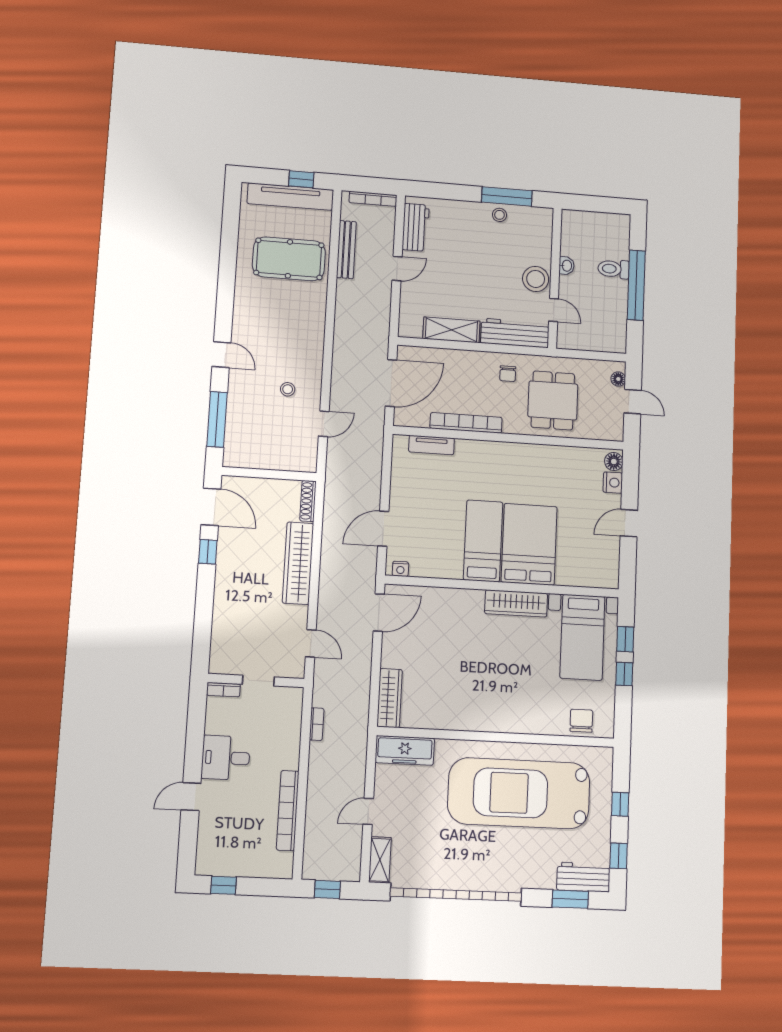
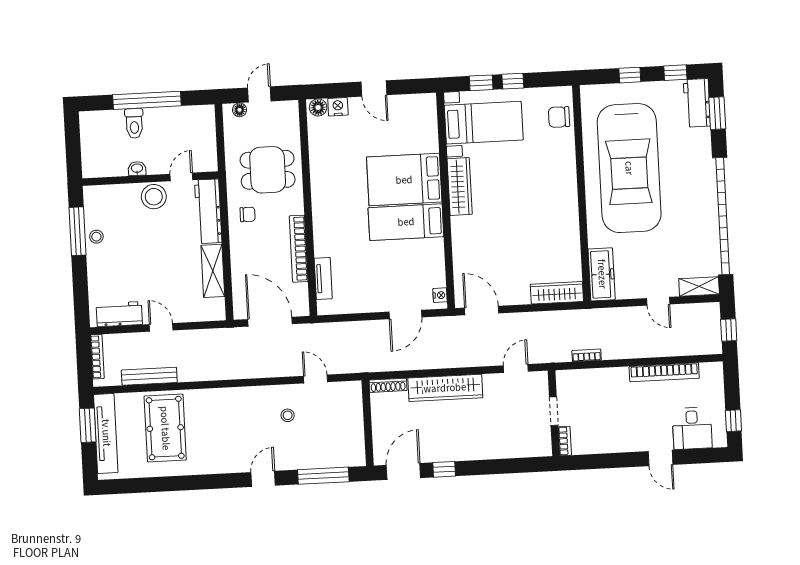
window: (301, 179) -> (88, 425), width x1.50
door: (383, 529) -> (405, 315), hinge flipped
desk: (226, 758) -> (692, 428), moved

